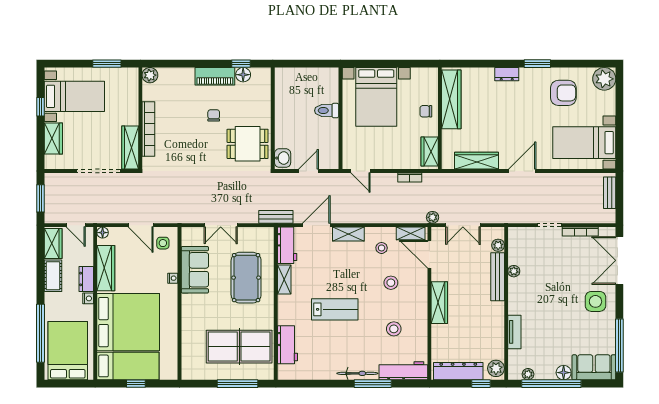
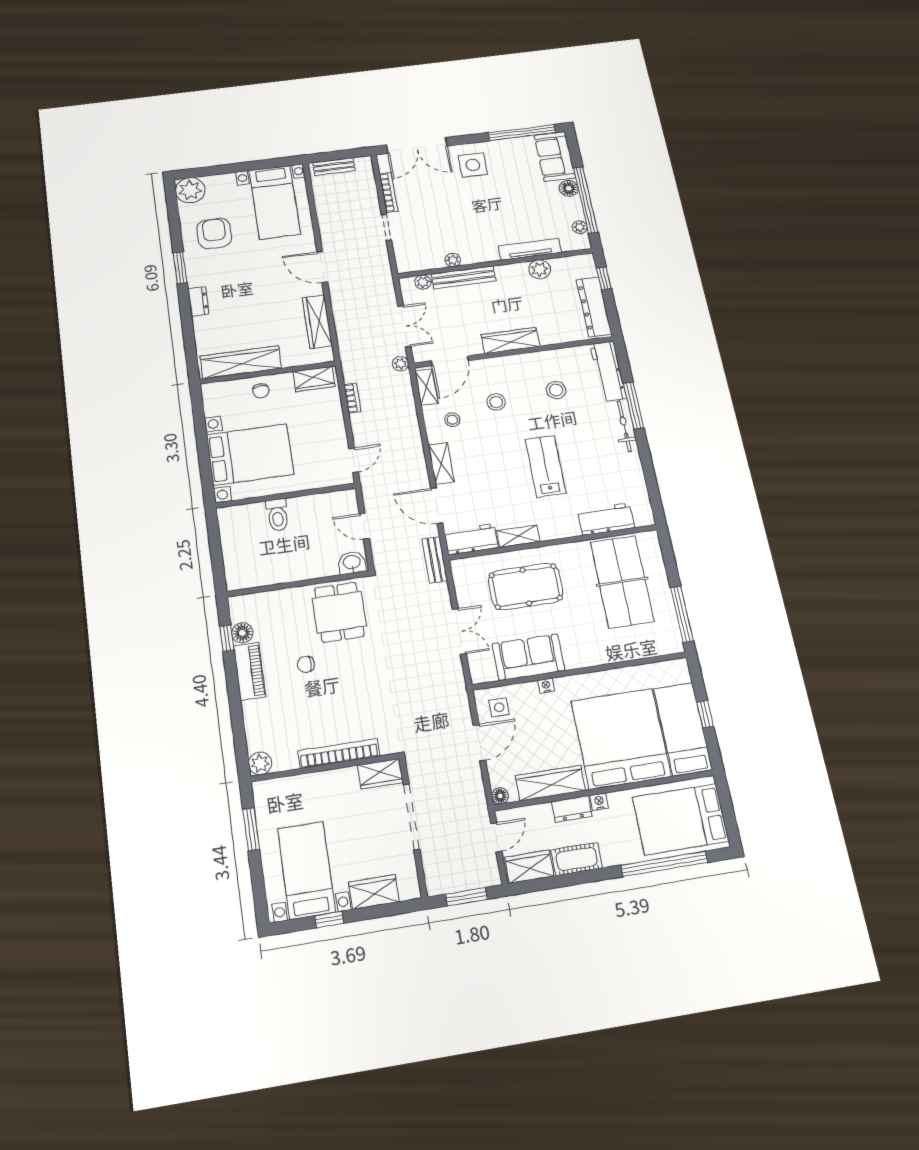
wardrobe: (130, 148) -> (380, 774), width x0.67
tv unit: (514, 332) -> (530, 249), width x1.41
plant: (496, 368) -> (540, 269), moved
window: (238, 384) -> (682, 614), moved

